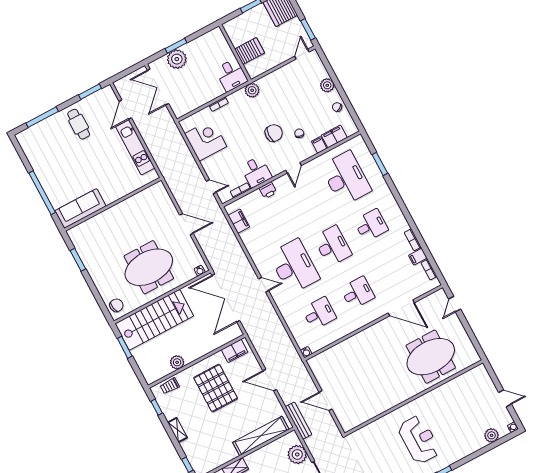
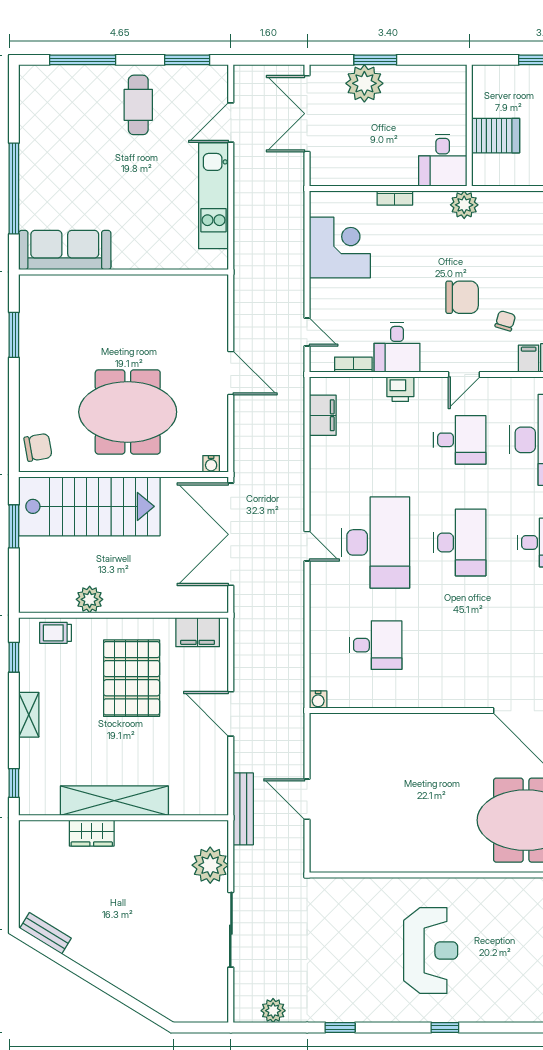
desk: (358, 293) -> (460, 440), moved
shelving: (261, 436) -> (114, 801), moved

